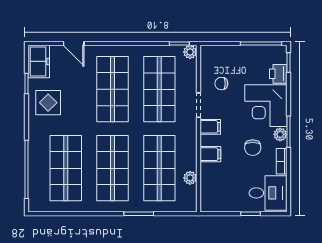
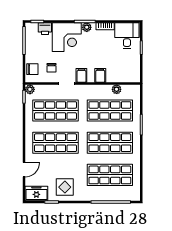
chair: (253, 148) -> (32, 69), moved

